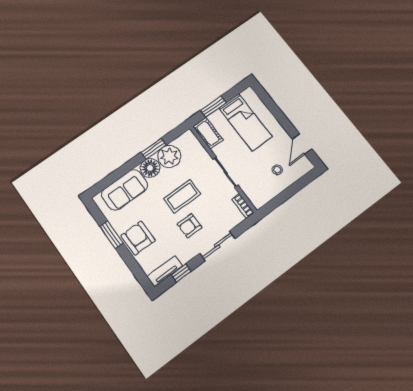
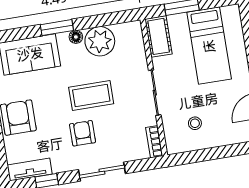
window: (154, 149) -> (57, 28), moved
floor lamp: (150, 168) -> (76, 37), width x0.53, depth x0.53
stool: (277, 170) -> (195, 123), moved
armchair: (190, 226) -> (83, 133), turned 90

